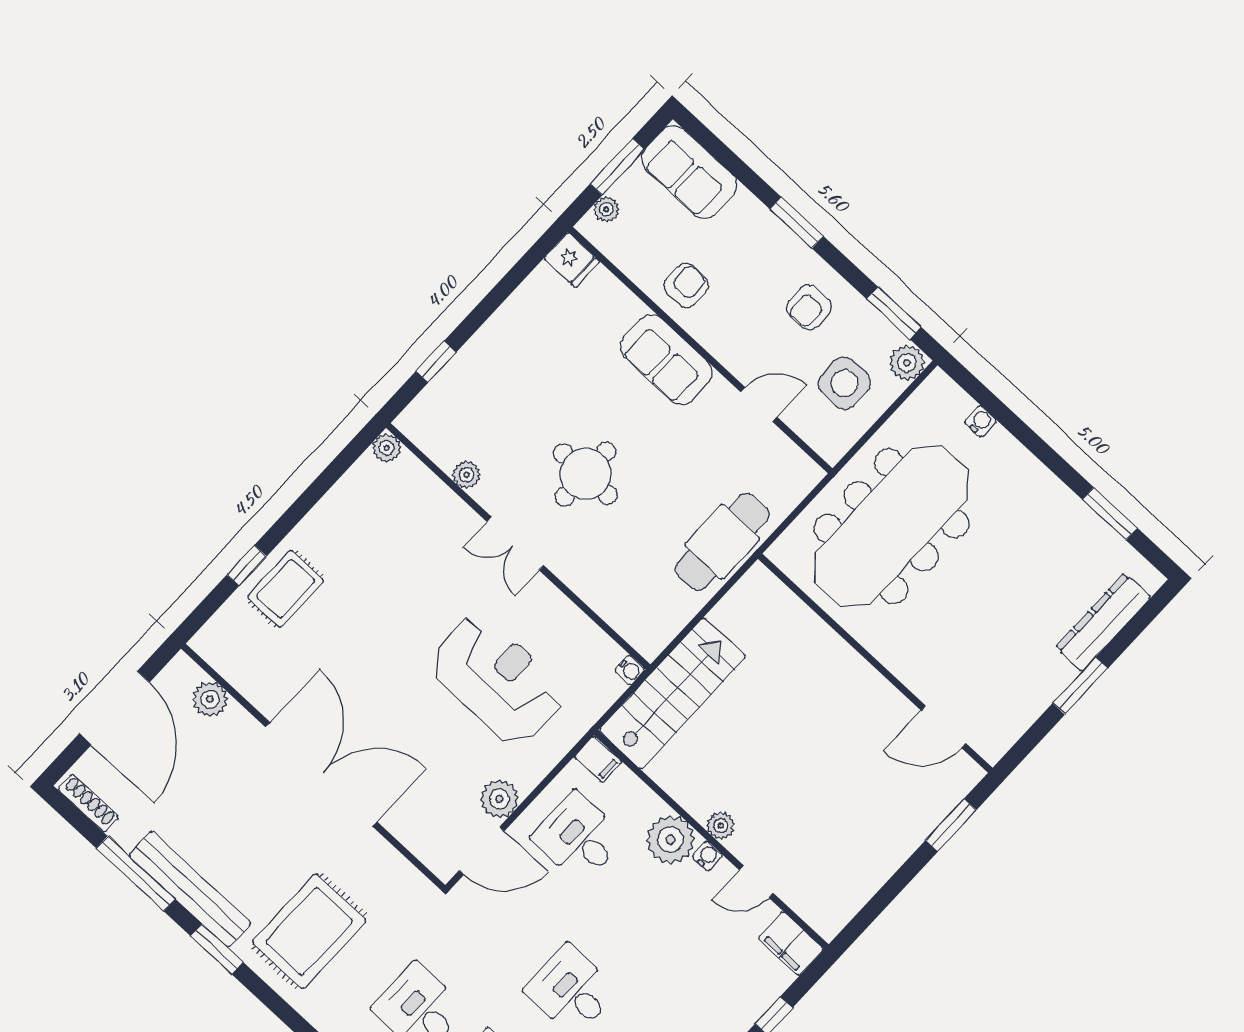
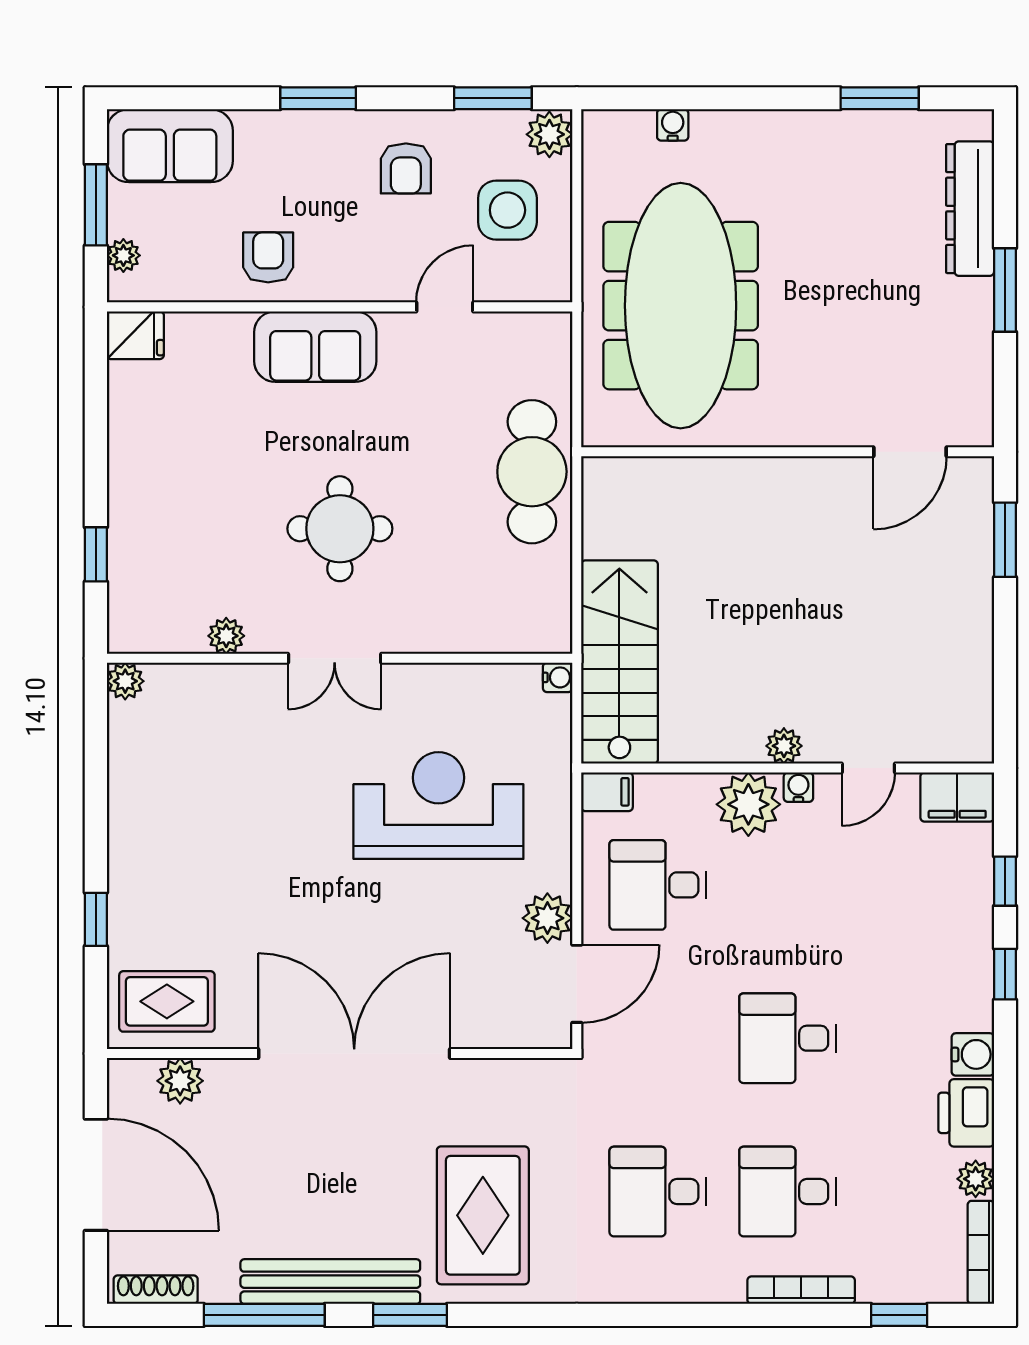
rug: (286, 589) -> (167, 1001), moved, turned 90

